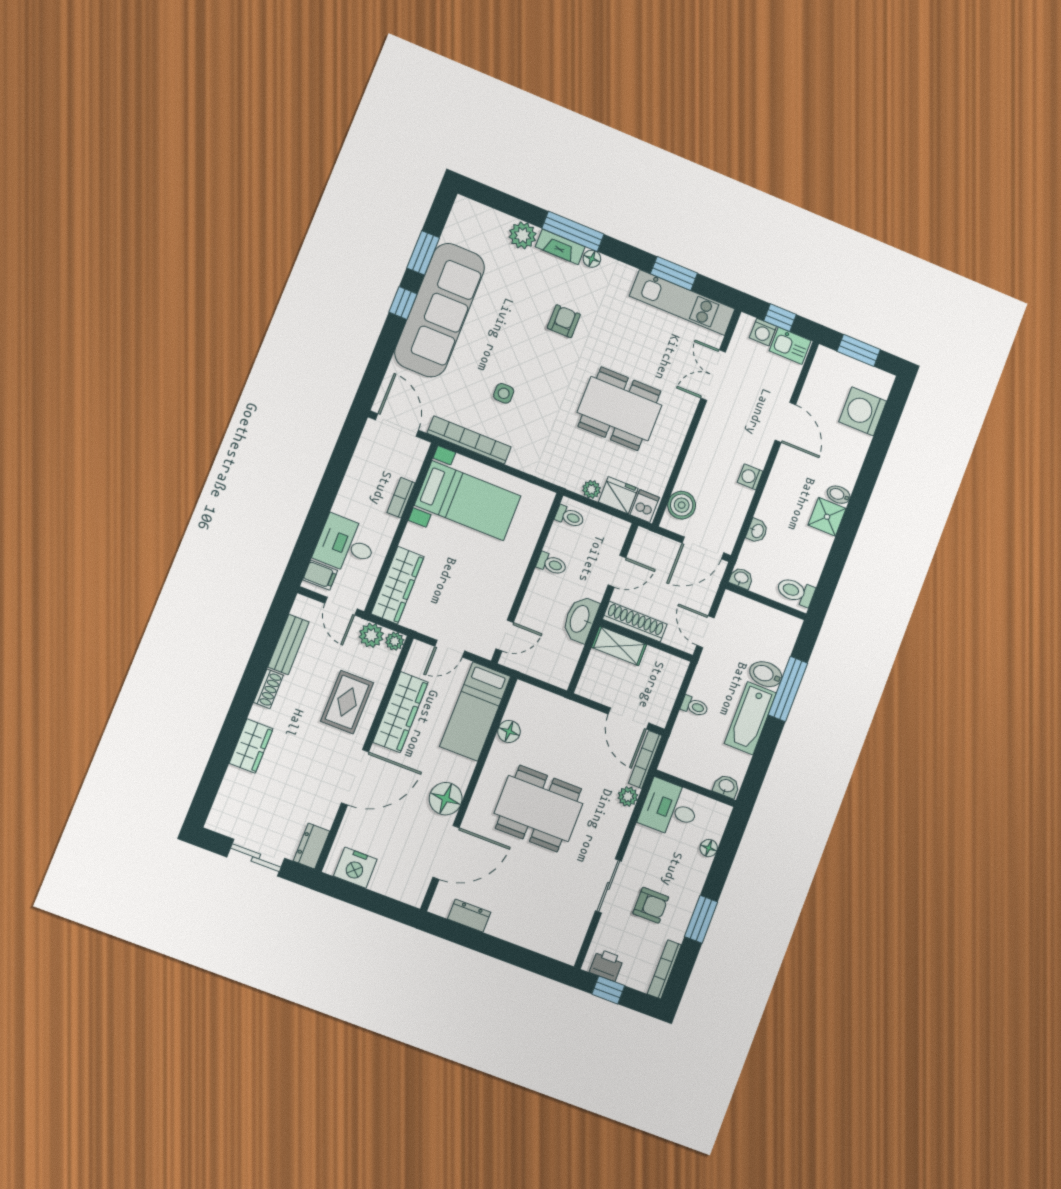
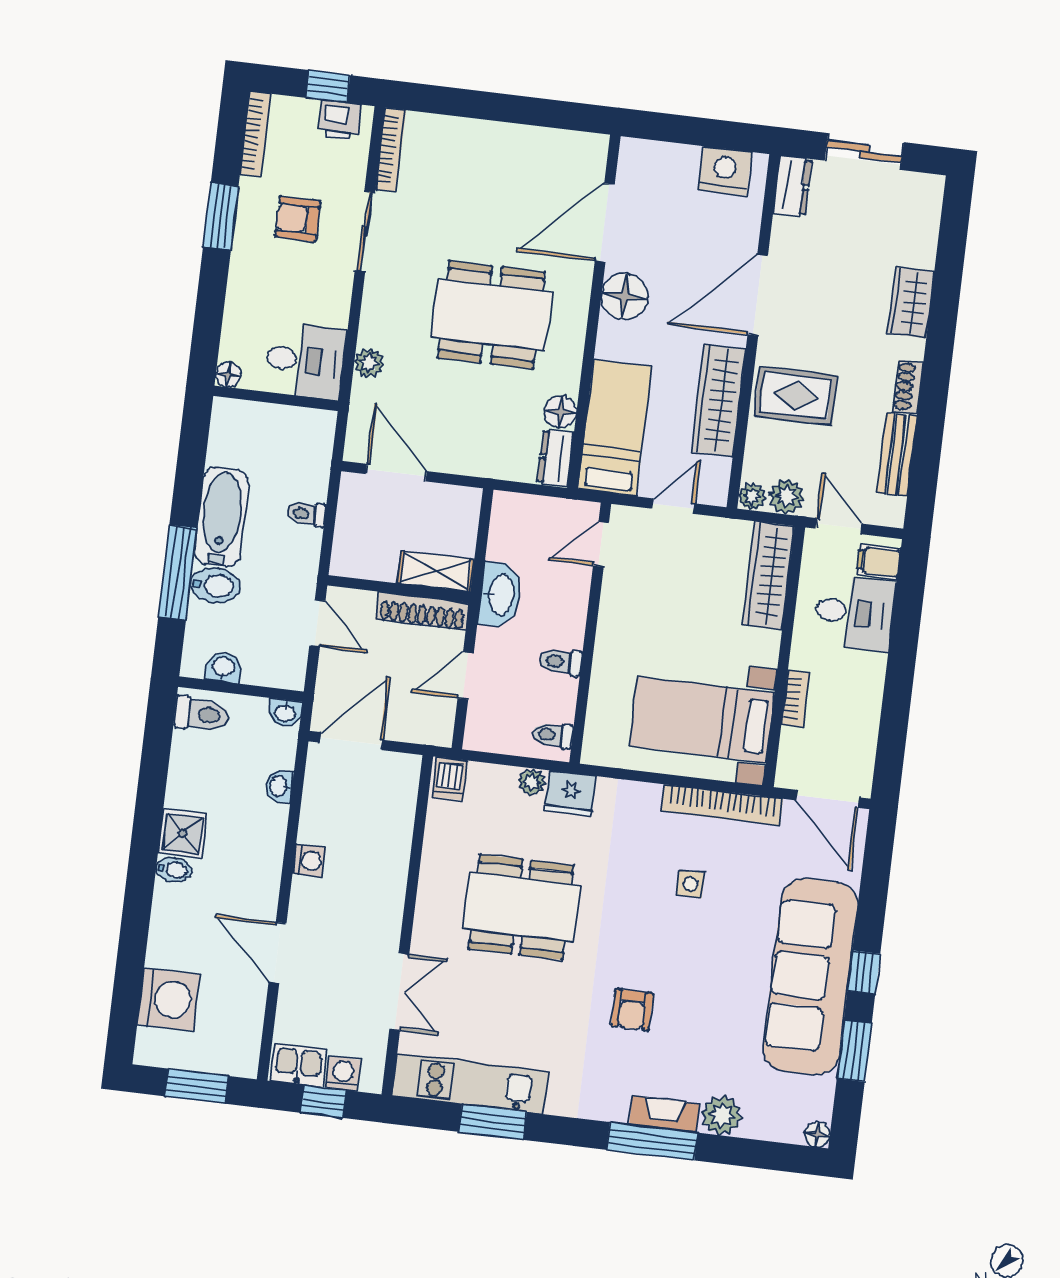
floor lamp: (592, 259) -> (817, 1134), moved
fridge: (618, 495) -> (570, 793), moved
boiler: (682, 505) -> (397, 794), removed
rug: (347, 702) -> (796, 396), turned 90
bookcase: (645, 759) -> (391, 150), moved
washbasin: (726, 786) -> (224, 668), moved, turned 180
floor lamp: (709, 848) -> (228, 375), moved
dresser: (469, 916) -> (556, 458), moved, turned 90

